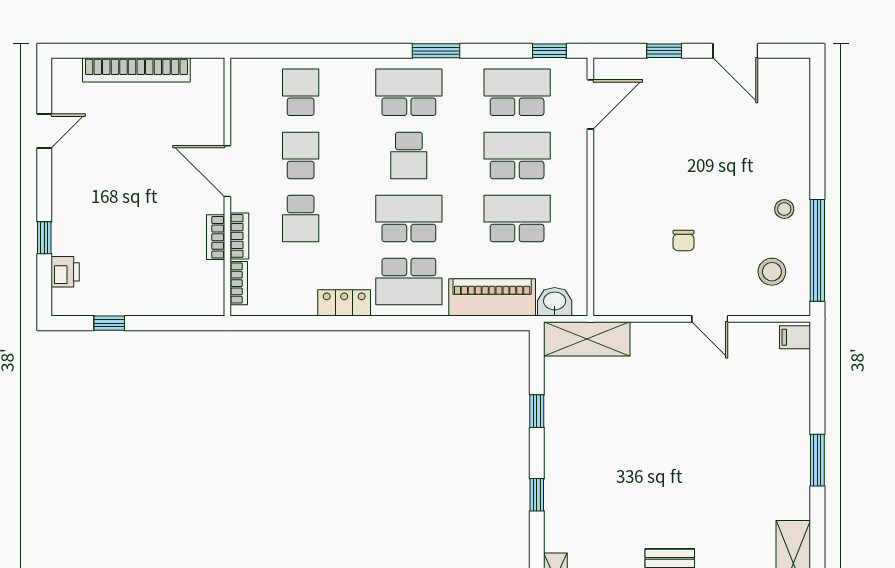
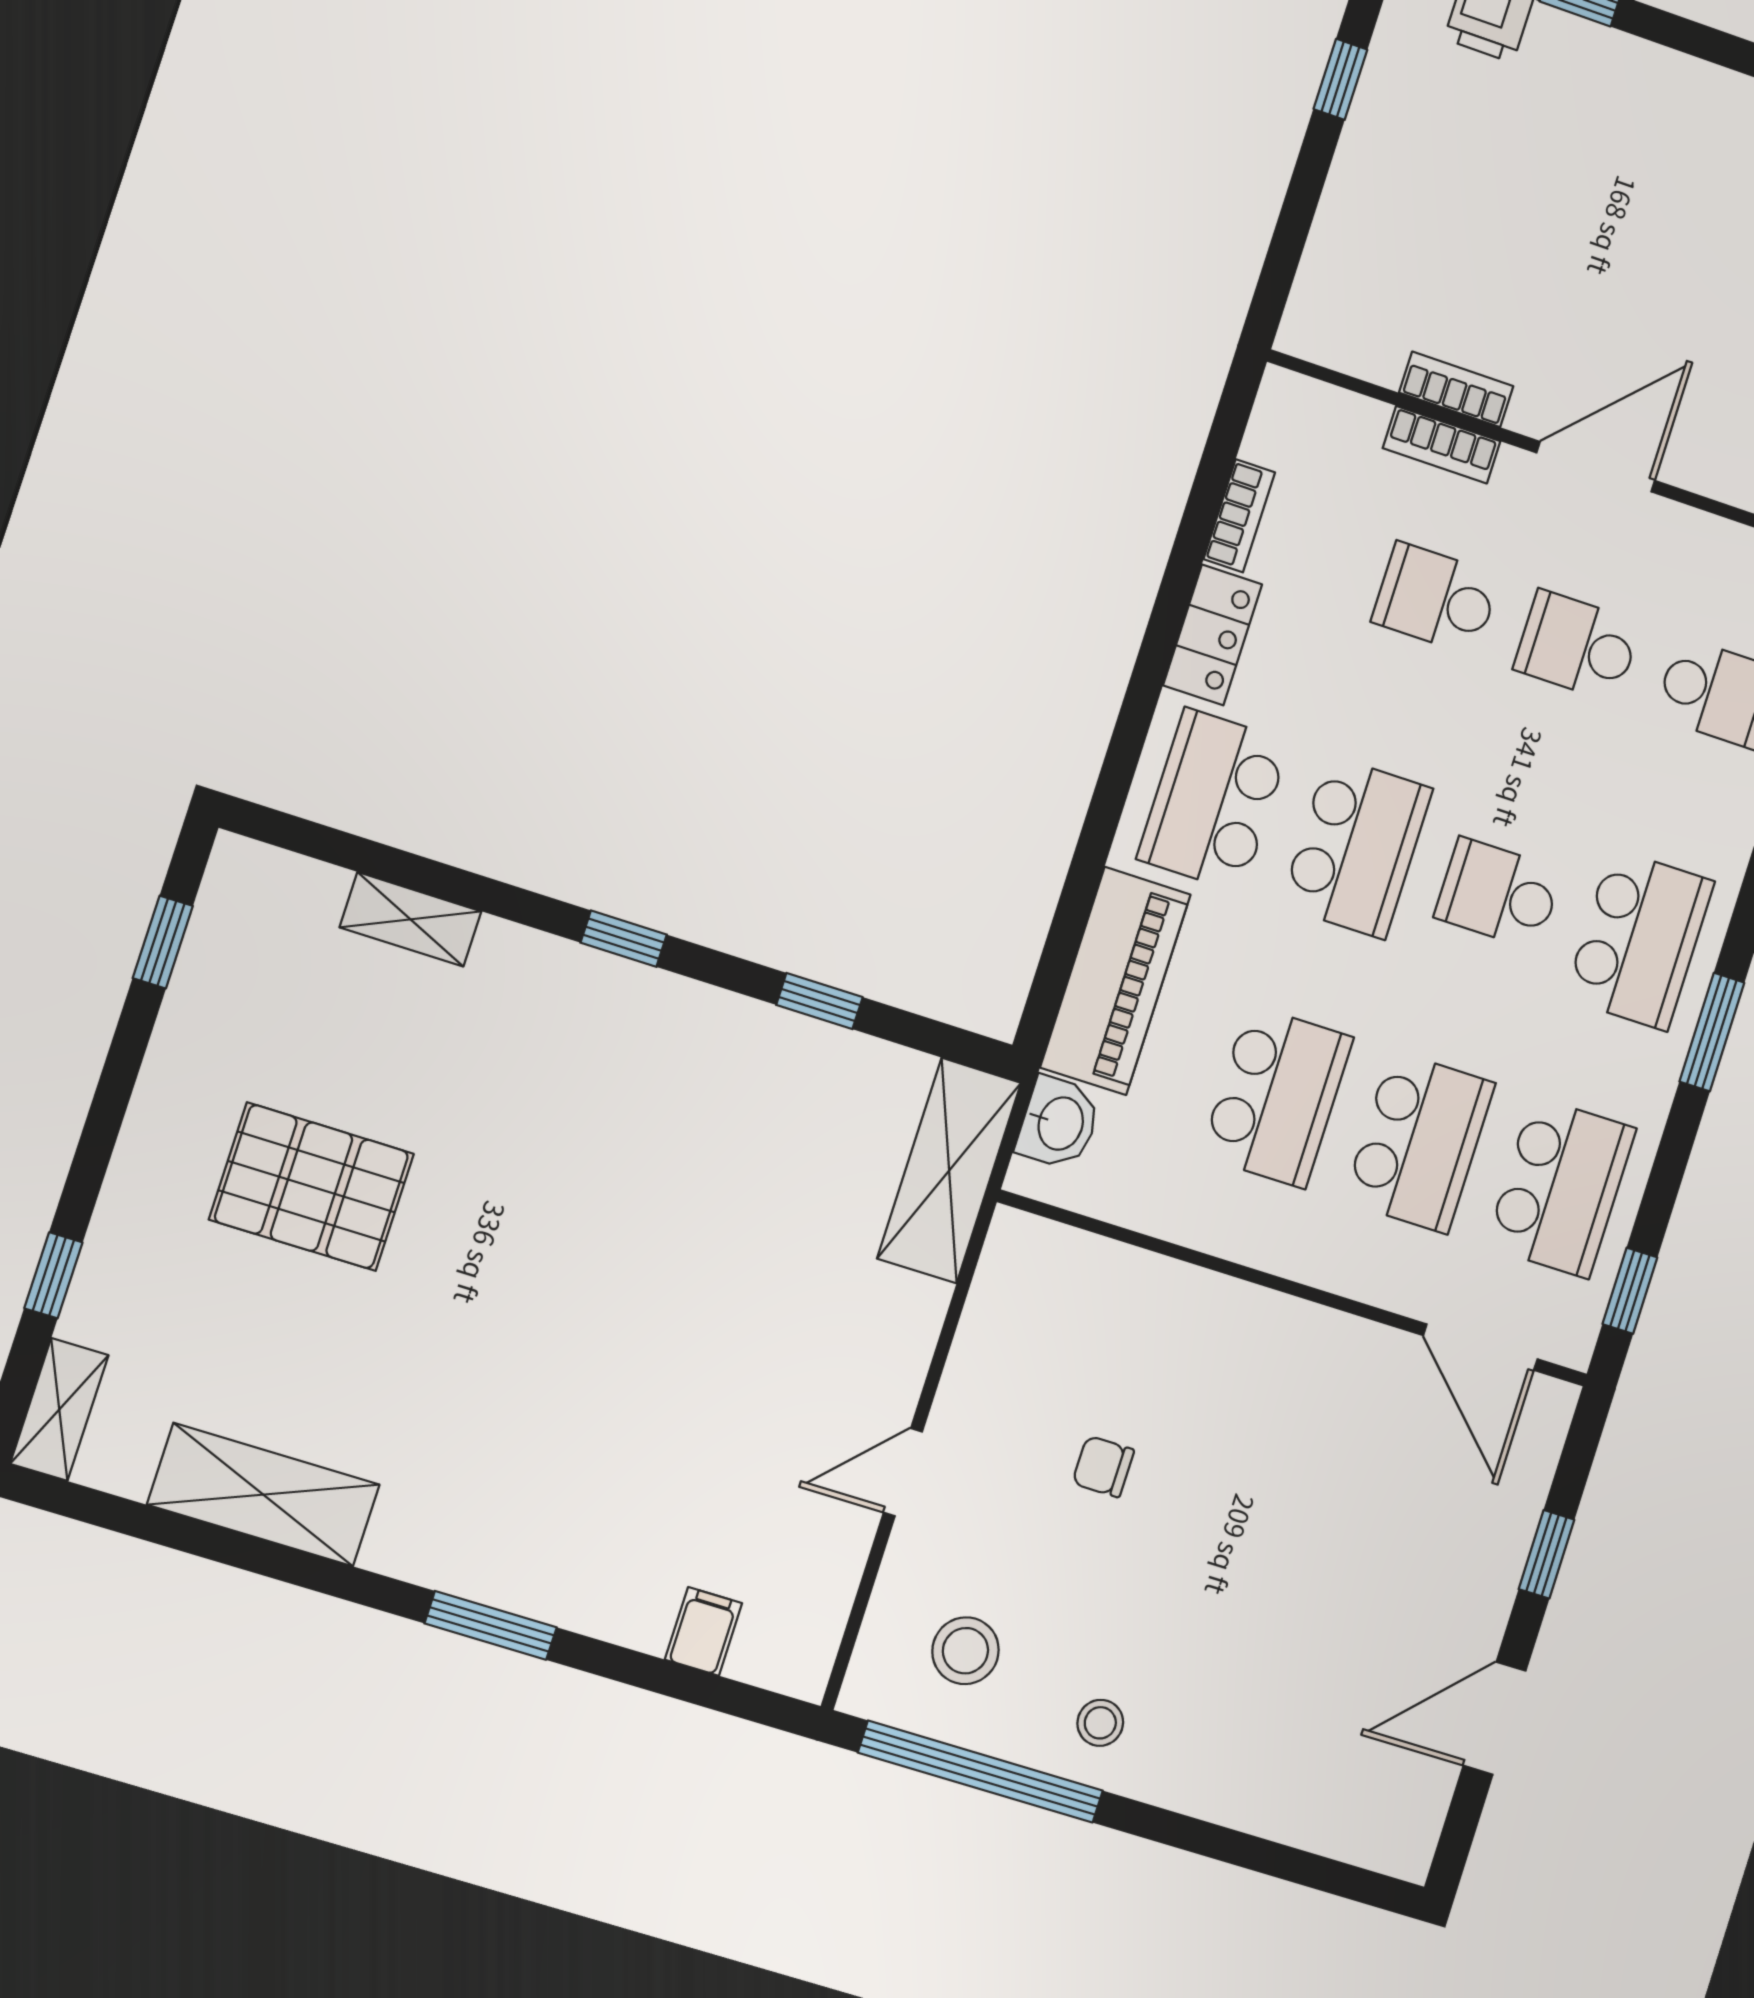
school desk: (301, 155) -> (1577, 646), turned 180
bookcase: (239, 283) -> (1239, 516), moved, turned -90
filing cabinet: (795, 337) -> (703, 1631), moved

